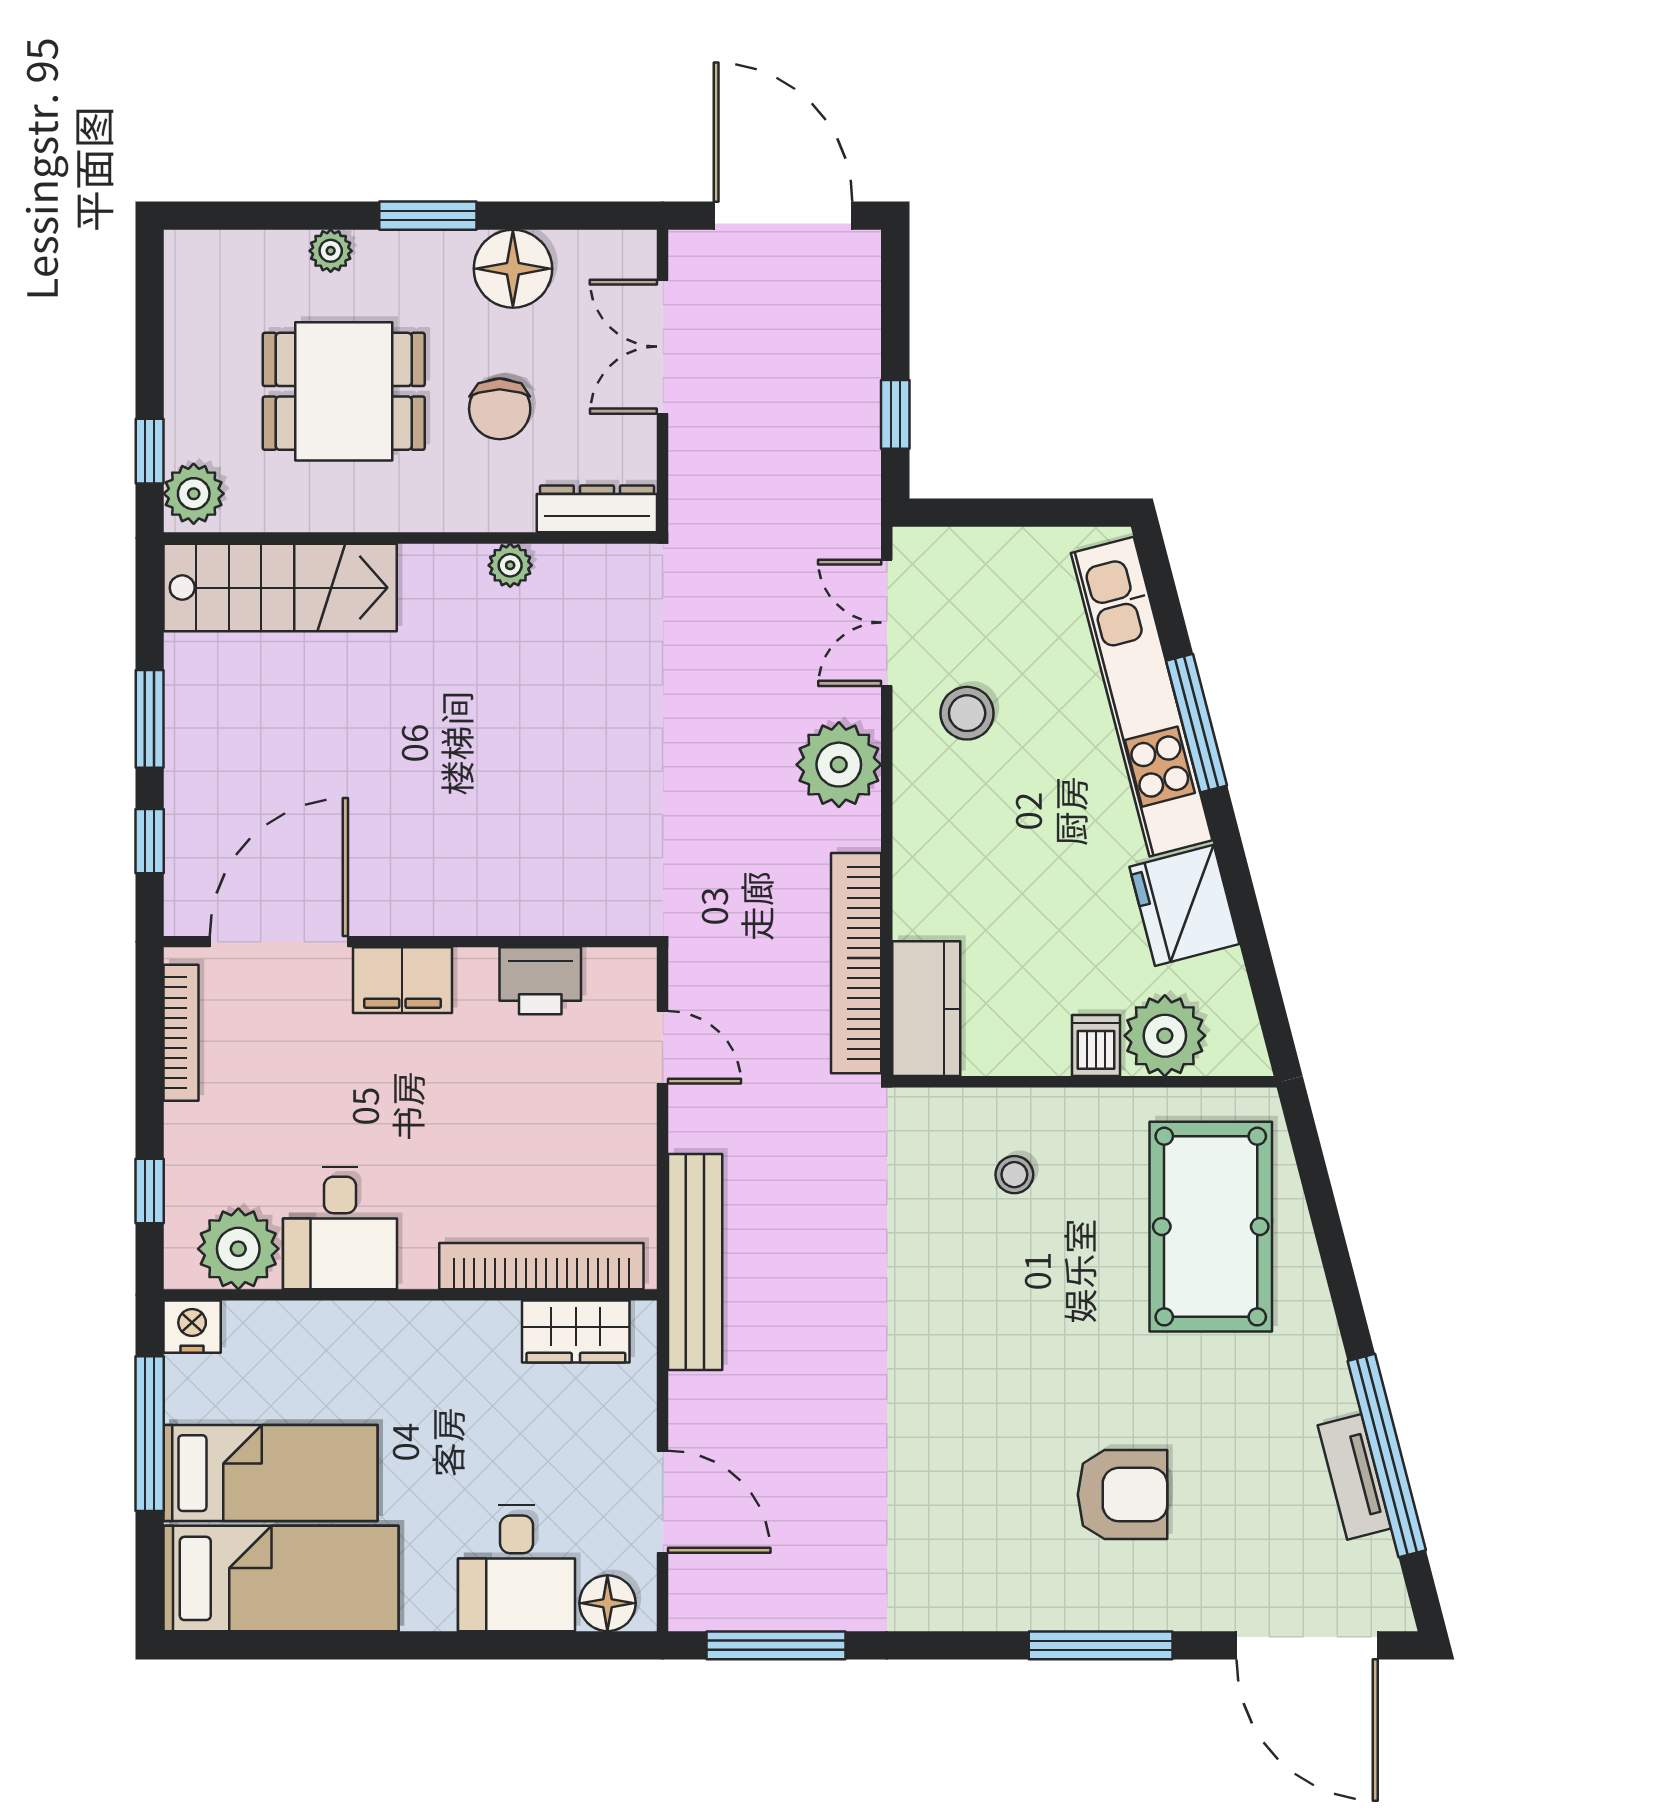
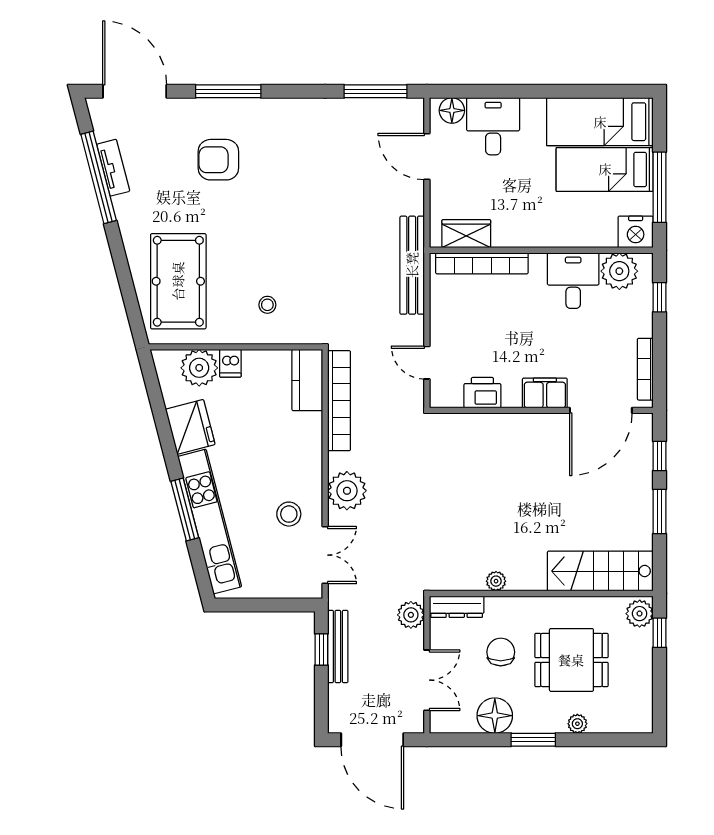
bench: (859, 421) -> (338, 646), added
plant: (698, 491) -> (411, 615), added
nightstand: (192, 1327) -> (636, 232), width x1.36, depth x1.33

